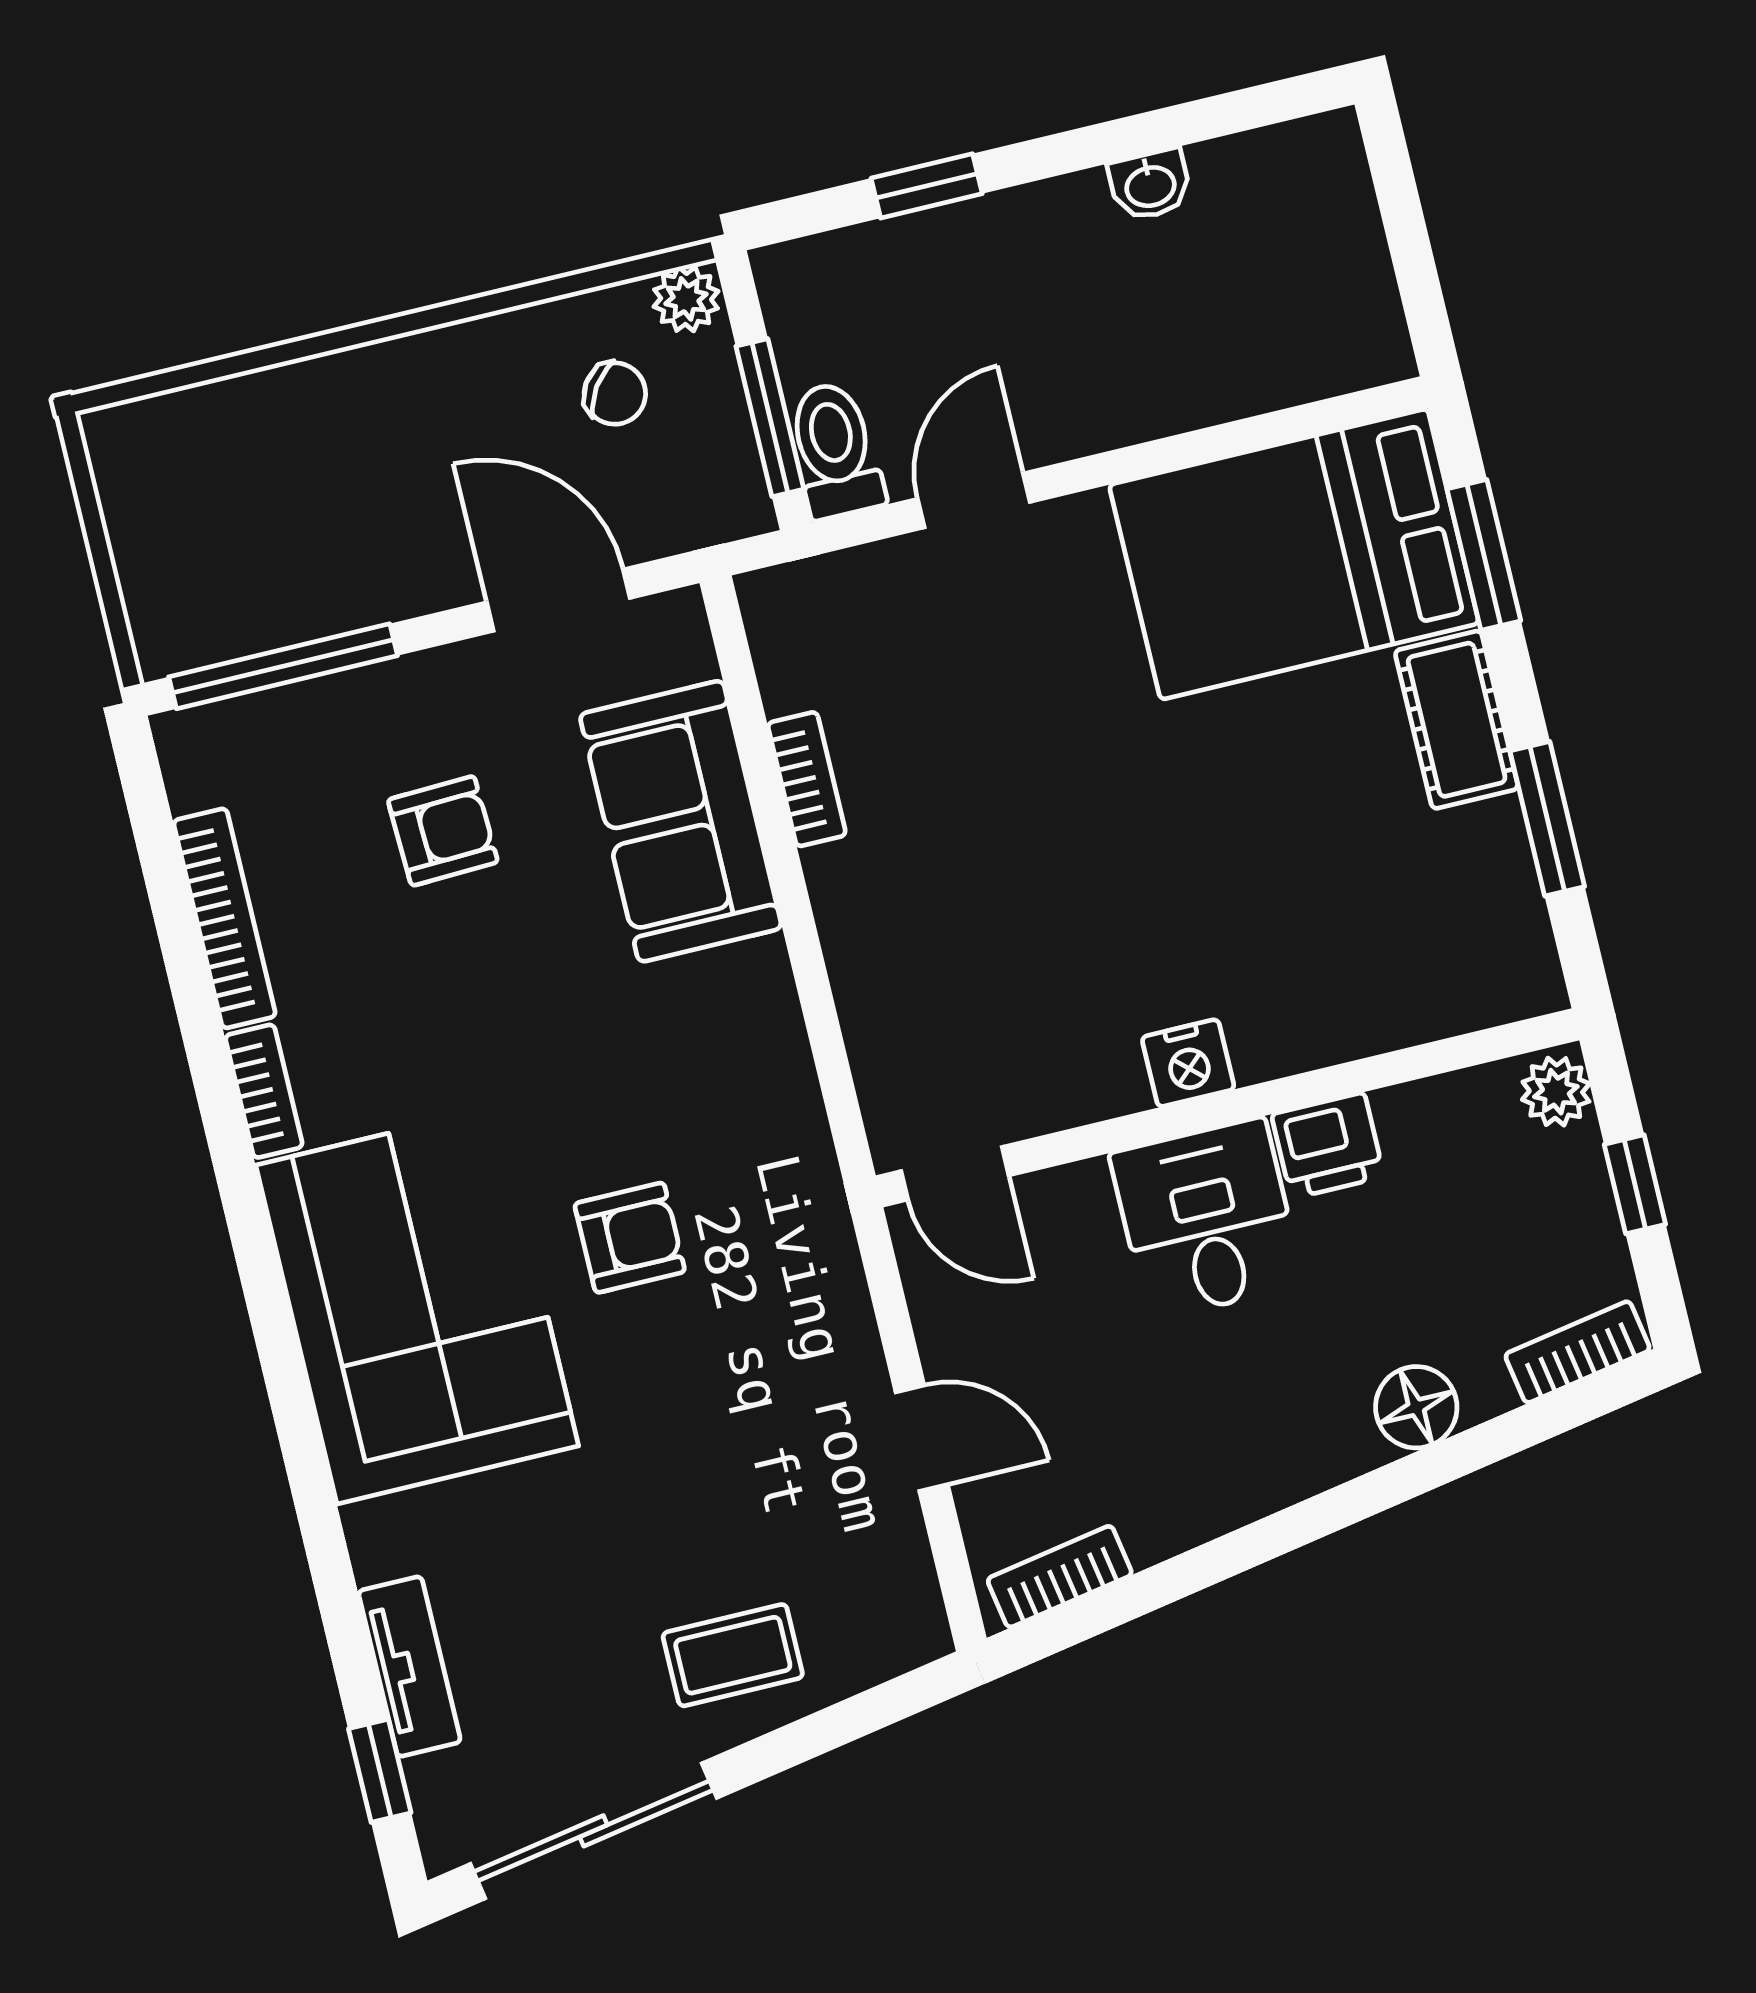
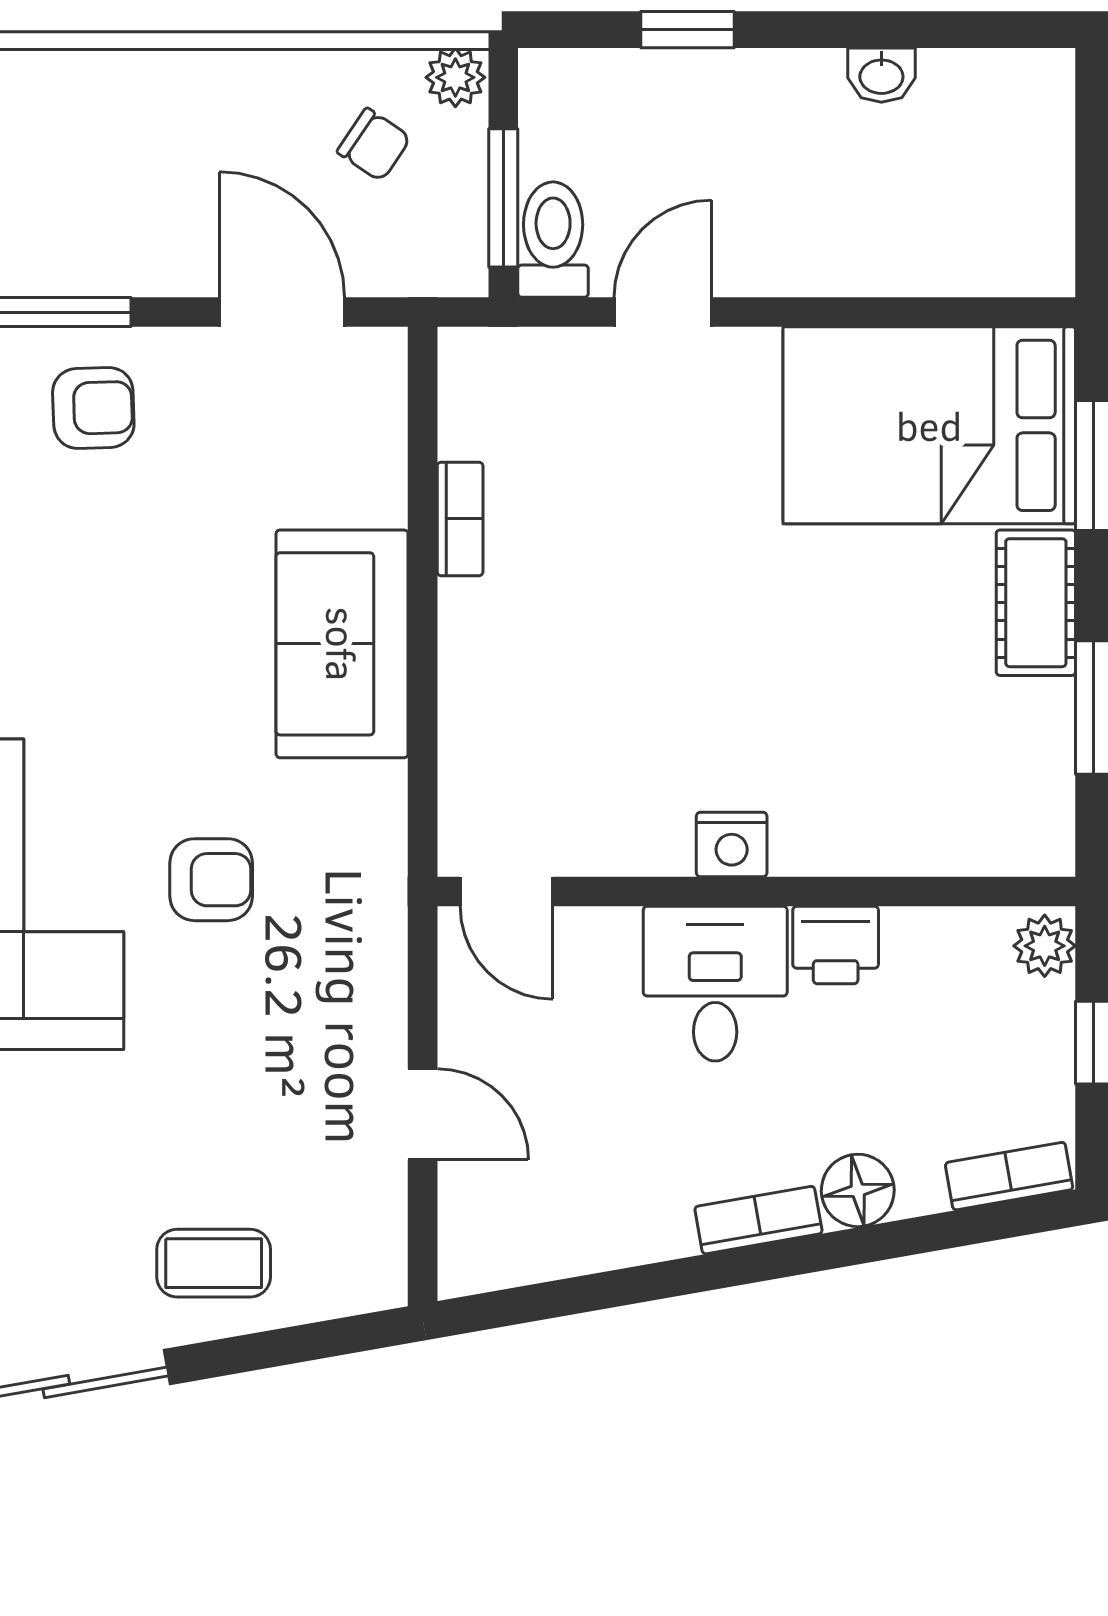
sofa: (681, 821) -> (342, 644), moved
armchair: (443, 831) -> (93, 408), moved
bookcase: (1060, 1577) -> (758, 1220), moved

